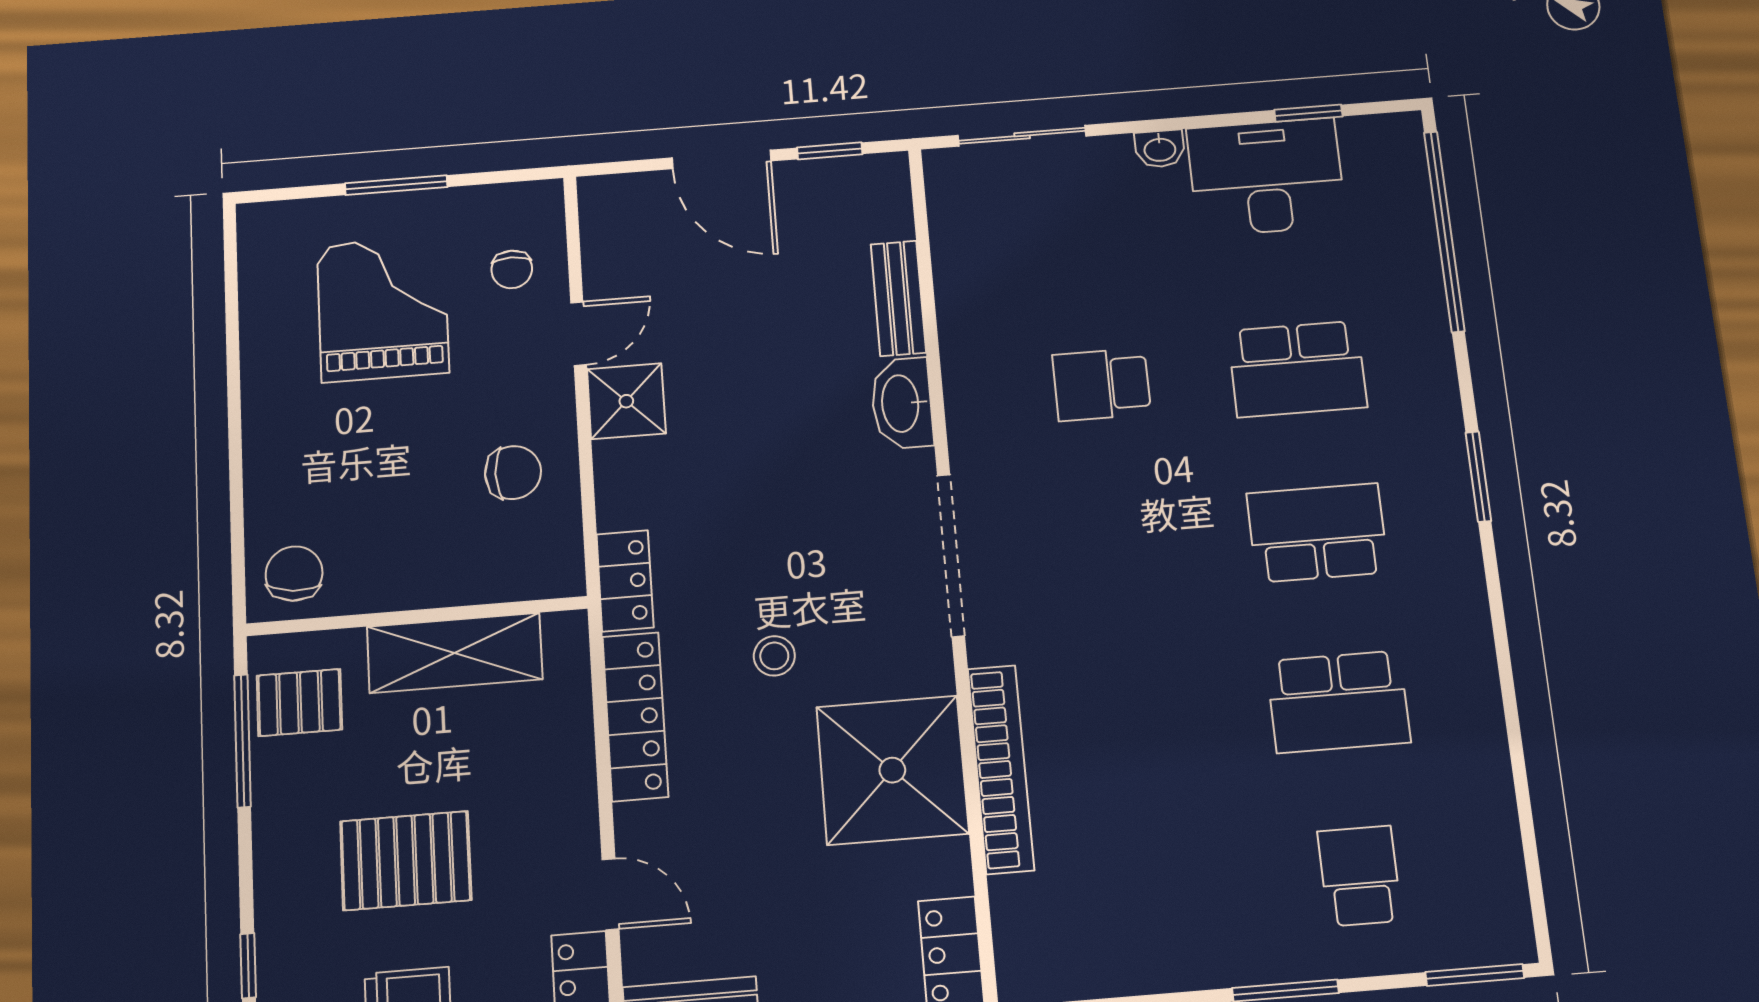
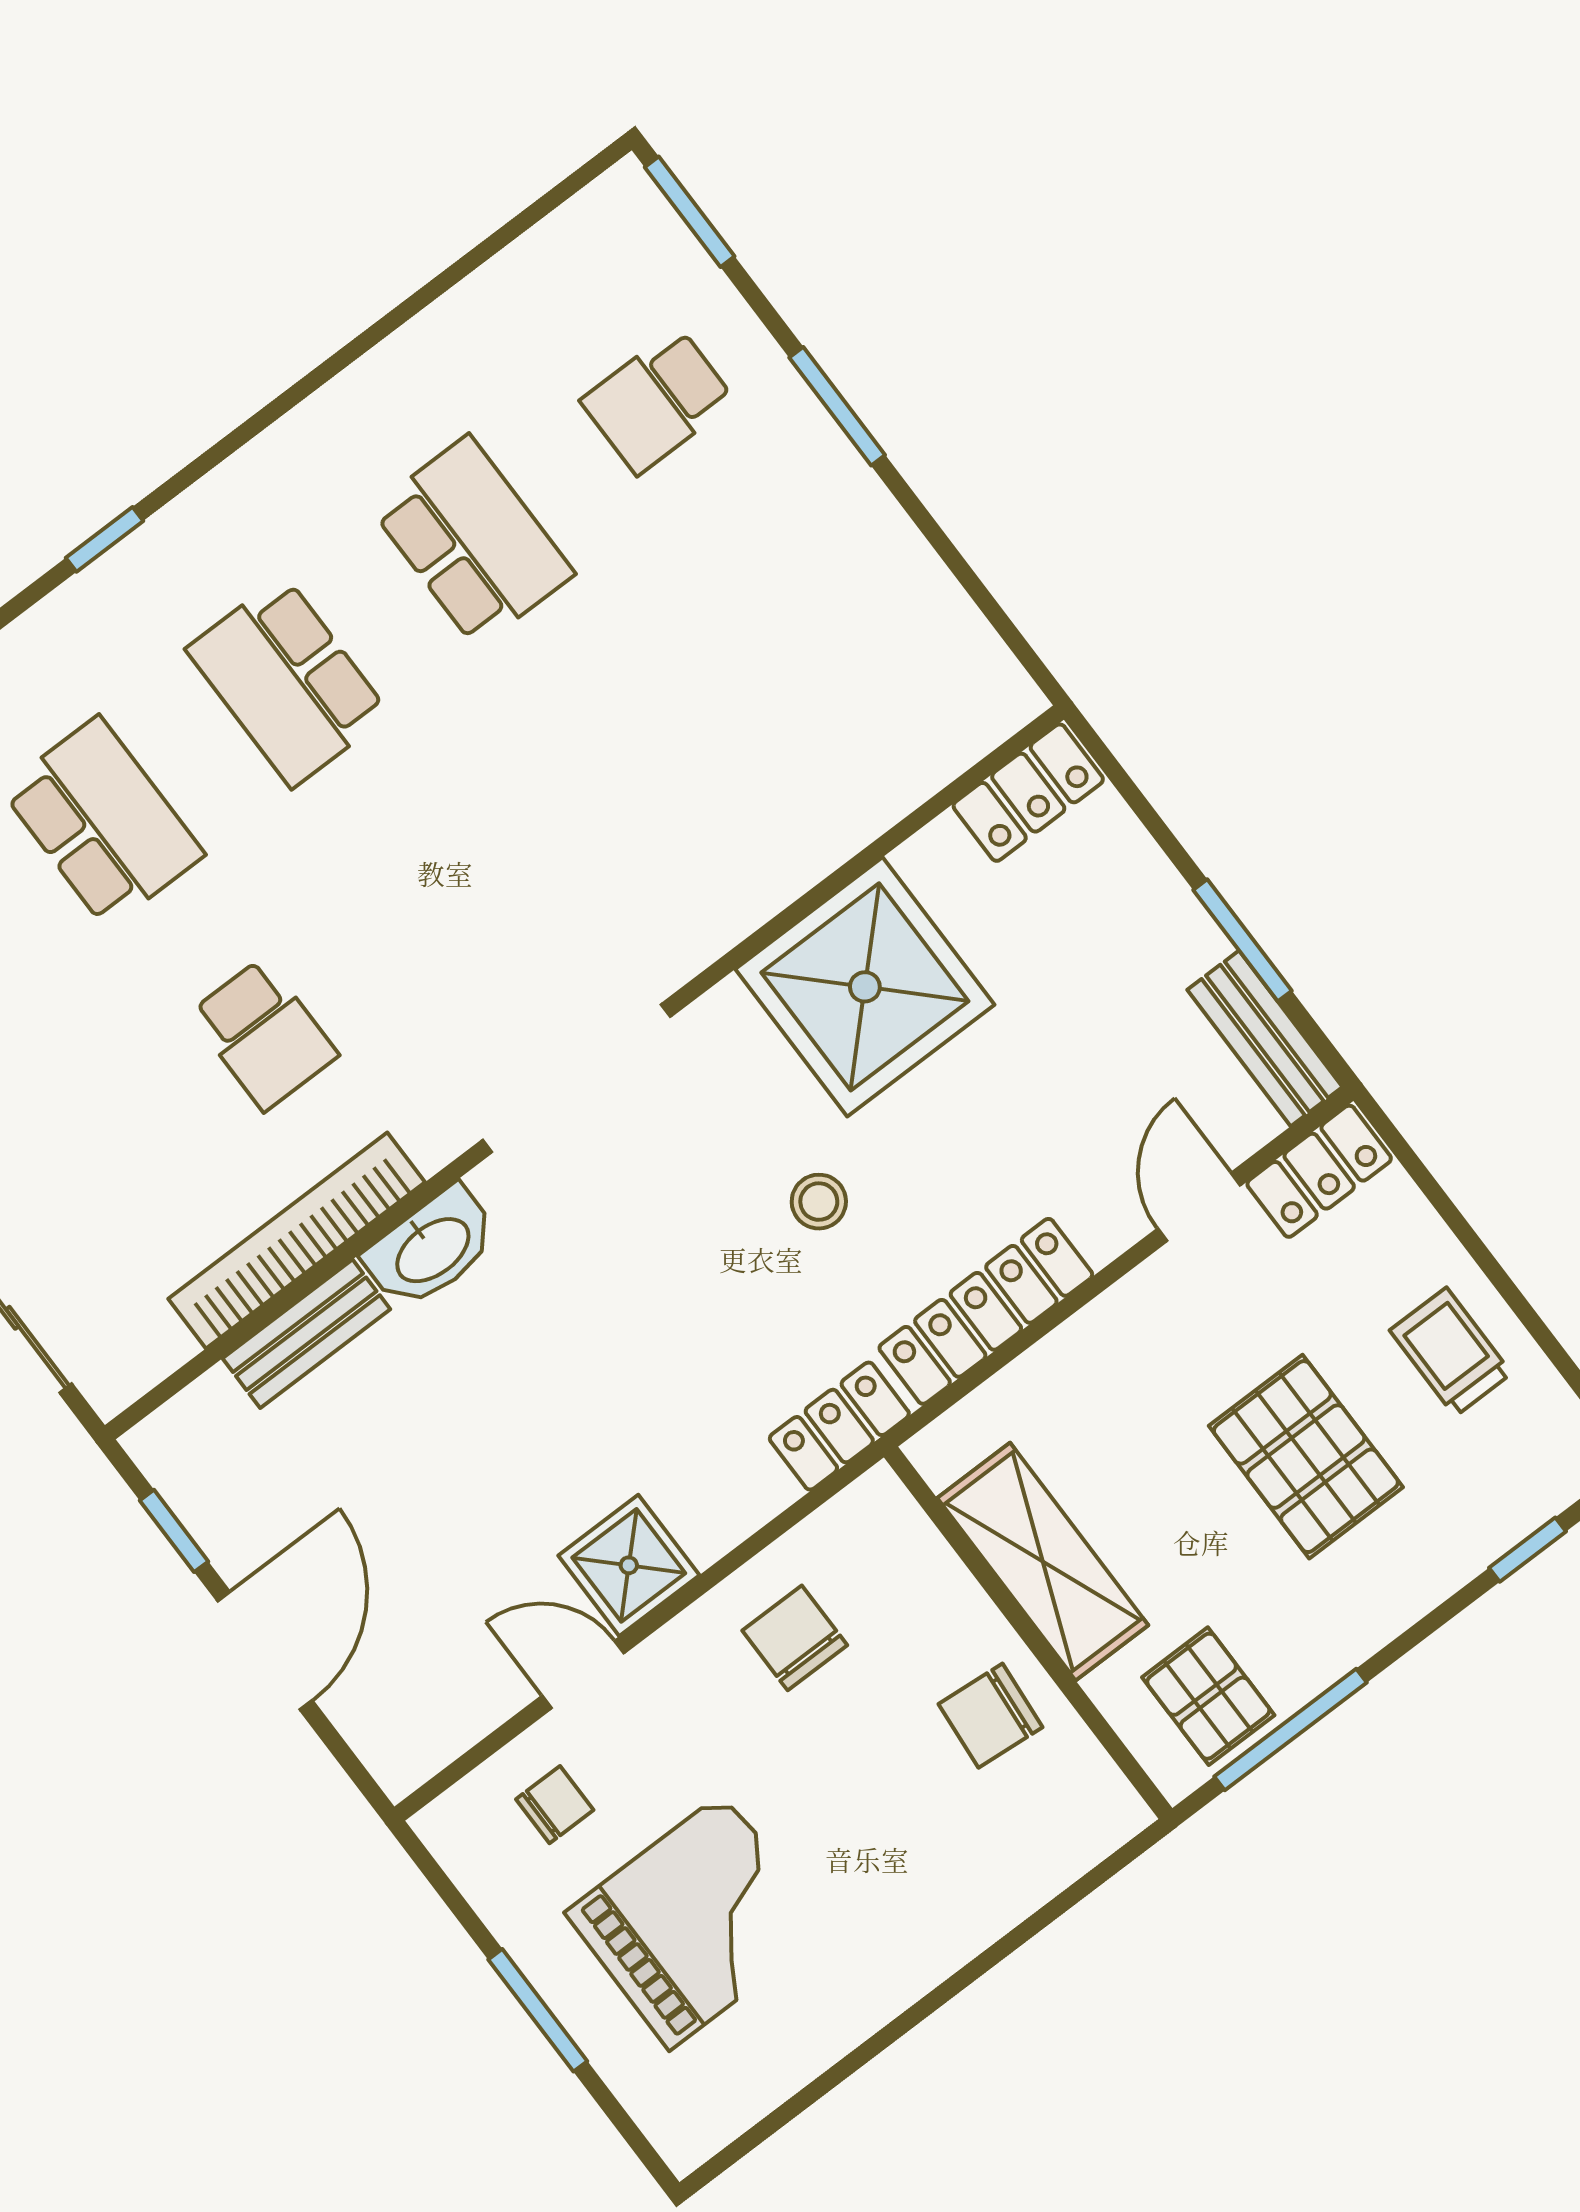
grand piano: (383, 309) -> (697, 1921), turned 180
window: (1478, 477) -> (105, 539), width x0.67
chair: (294, 573) -> (990, 1716), moved
bookcase: (1001, 769) -> (297, 1241), moved

